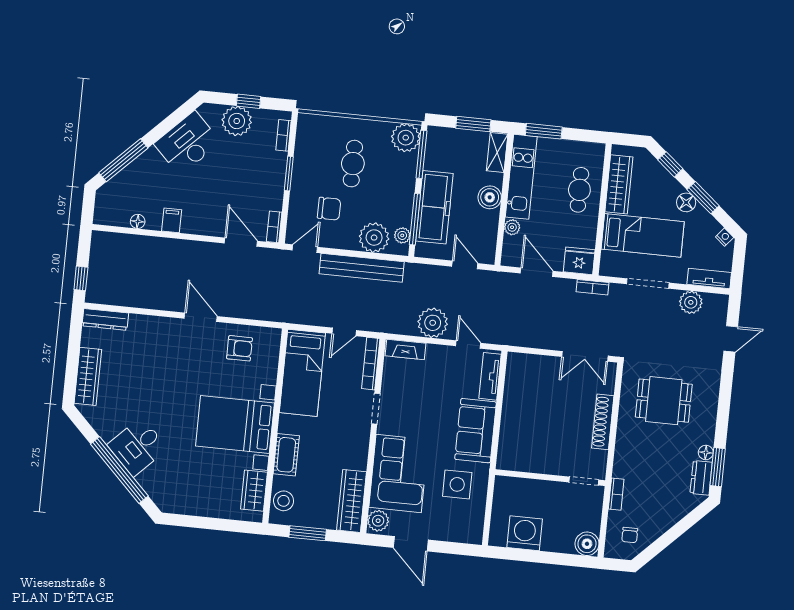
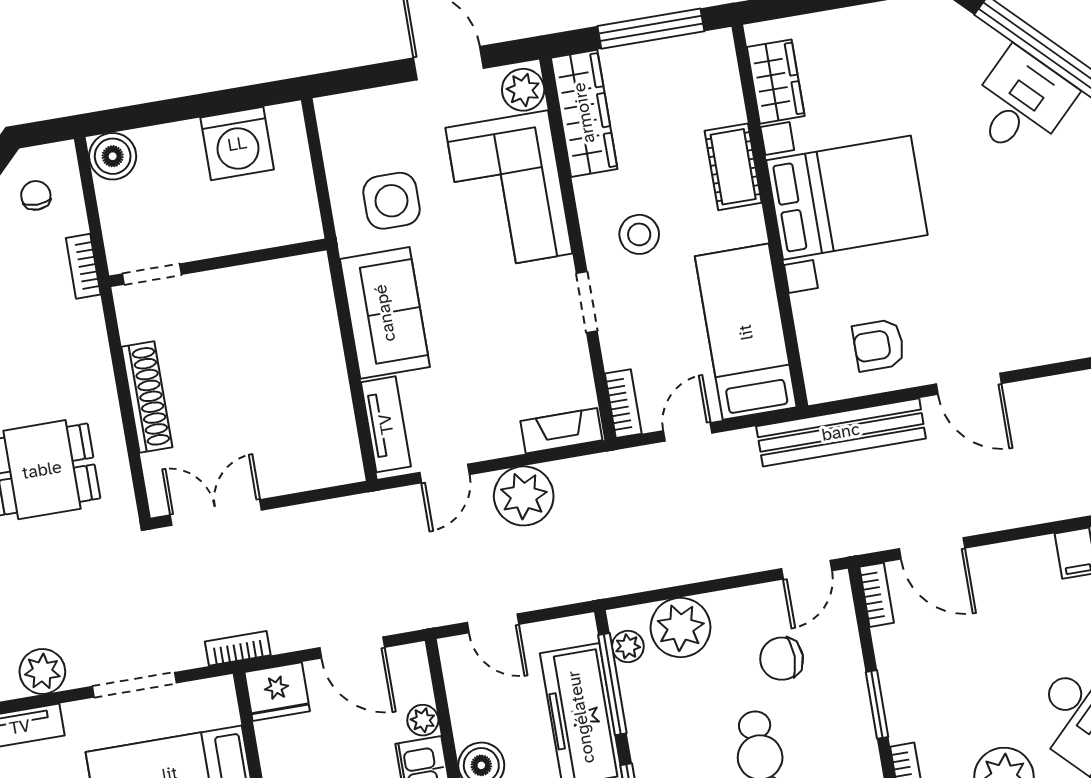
bench: (362, 268) -> (841, 432), moved
door: (468, 344) -> (444, 473), hinge flipped
bookcase: (371, 364) -> (623, 404), width x0.64
stool: (284, 501) -> (639, 234), moved
window: (308, 533) -> (651, 29), width x1.44

